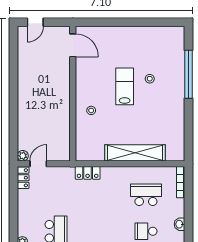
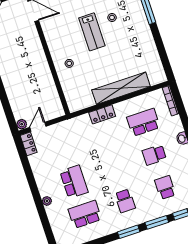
lab bench: (125, 86) -> (92, 32), turned 180
locker: (88, 173) -> (102, 114), moved

